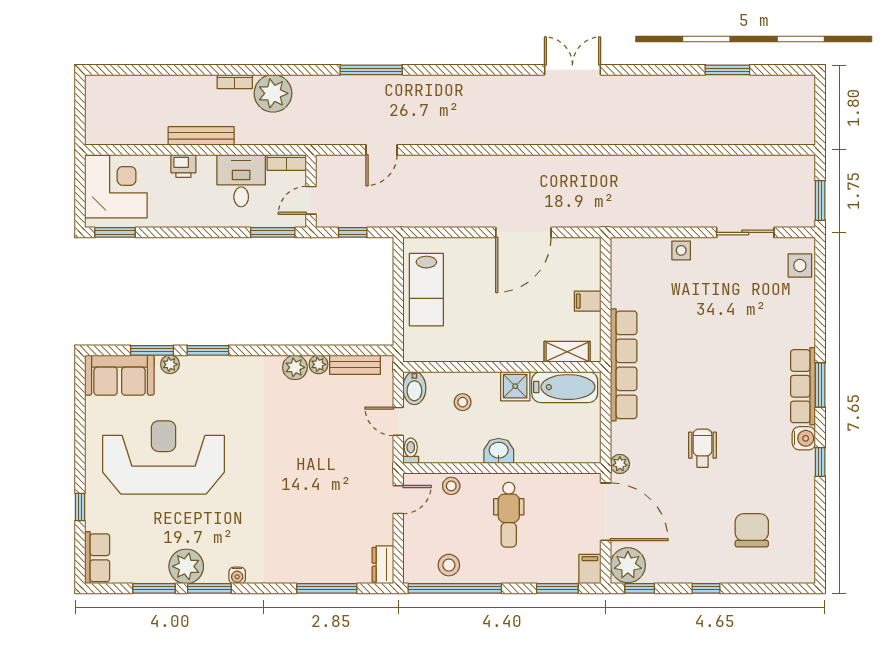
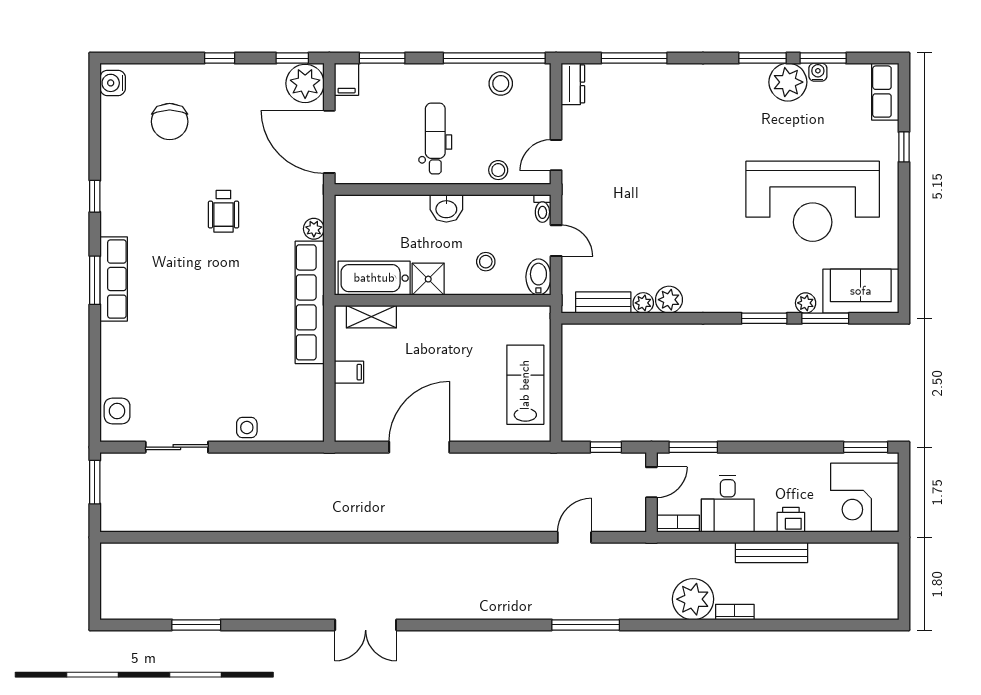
water cooler: (804, 438) -> (113, 83), moved
plant: (620, 464) -> (314, 229), moved
water cooler: (237, 575) -> (818, 72), moved

